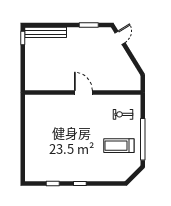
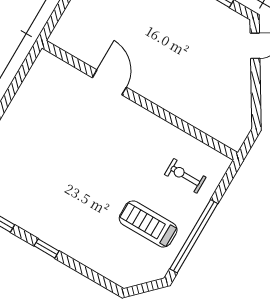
door: (83, 92) -> (109, 82), moved

